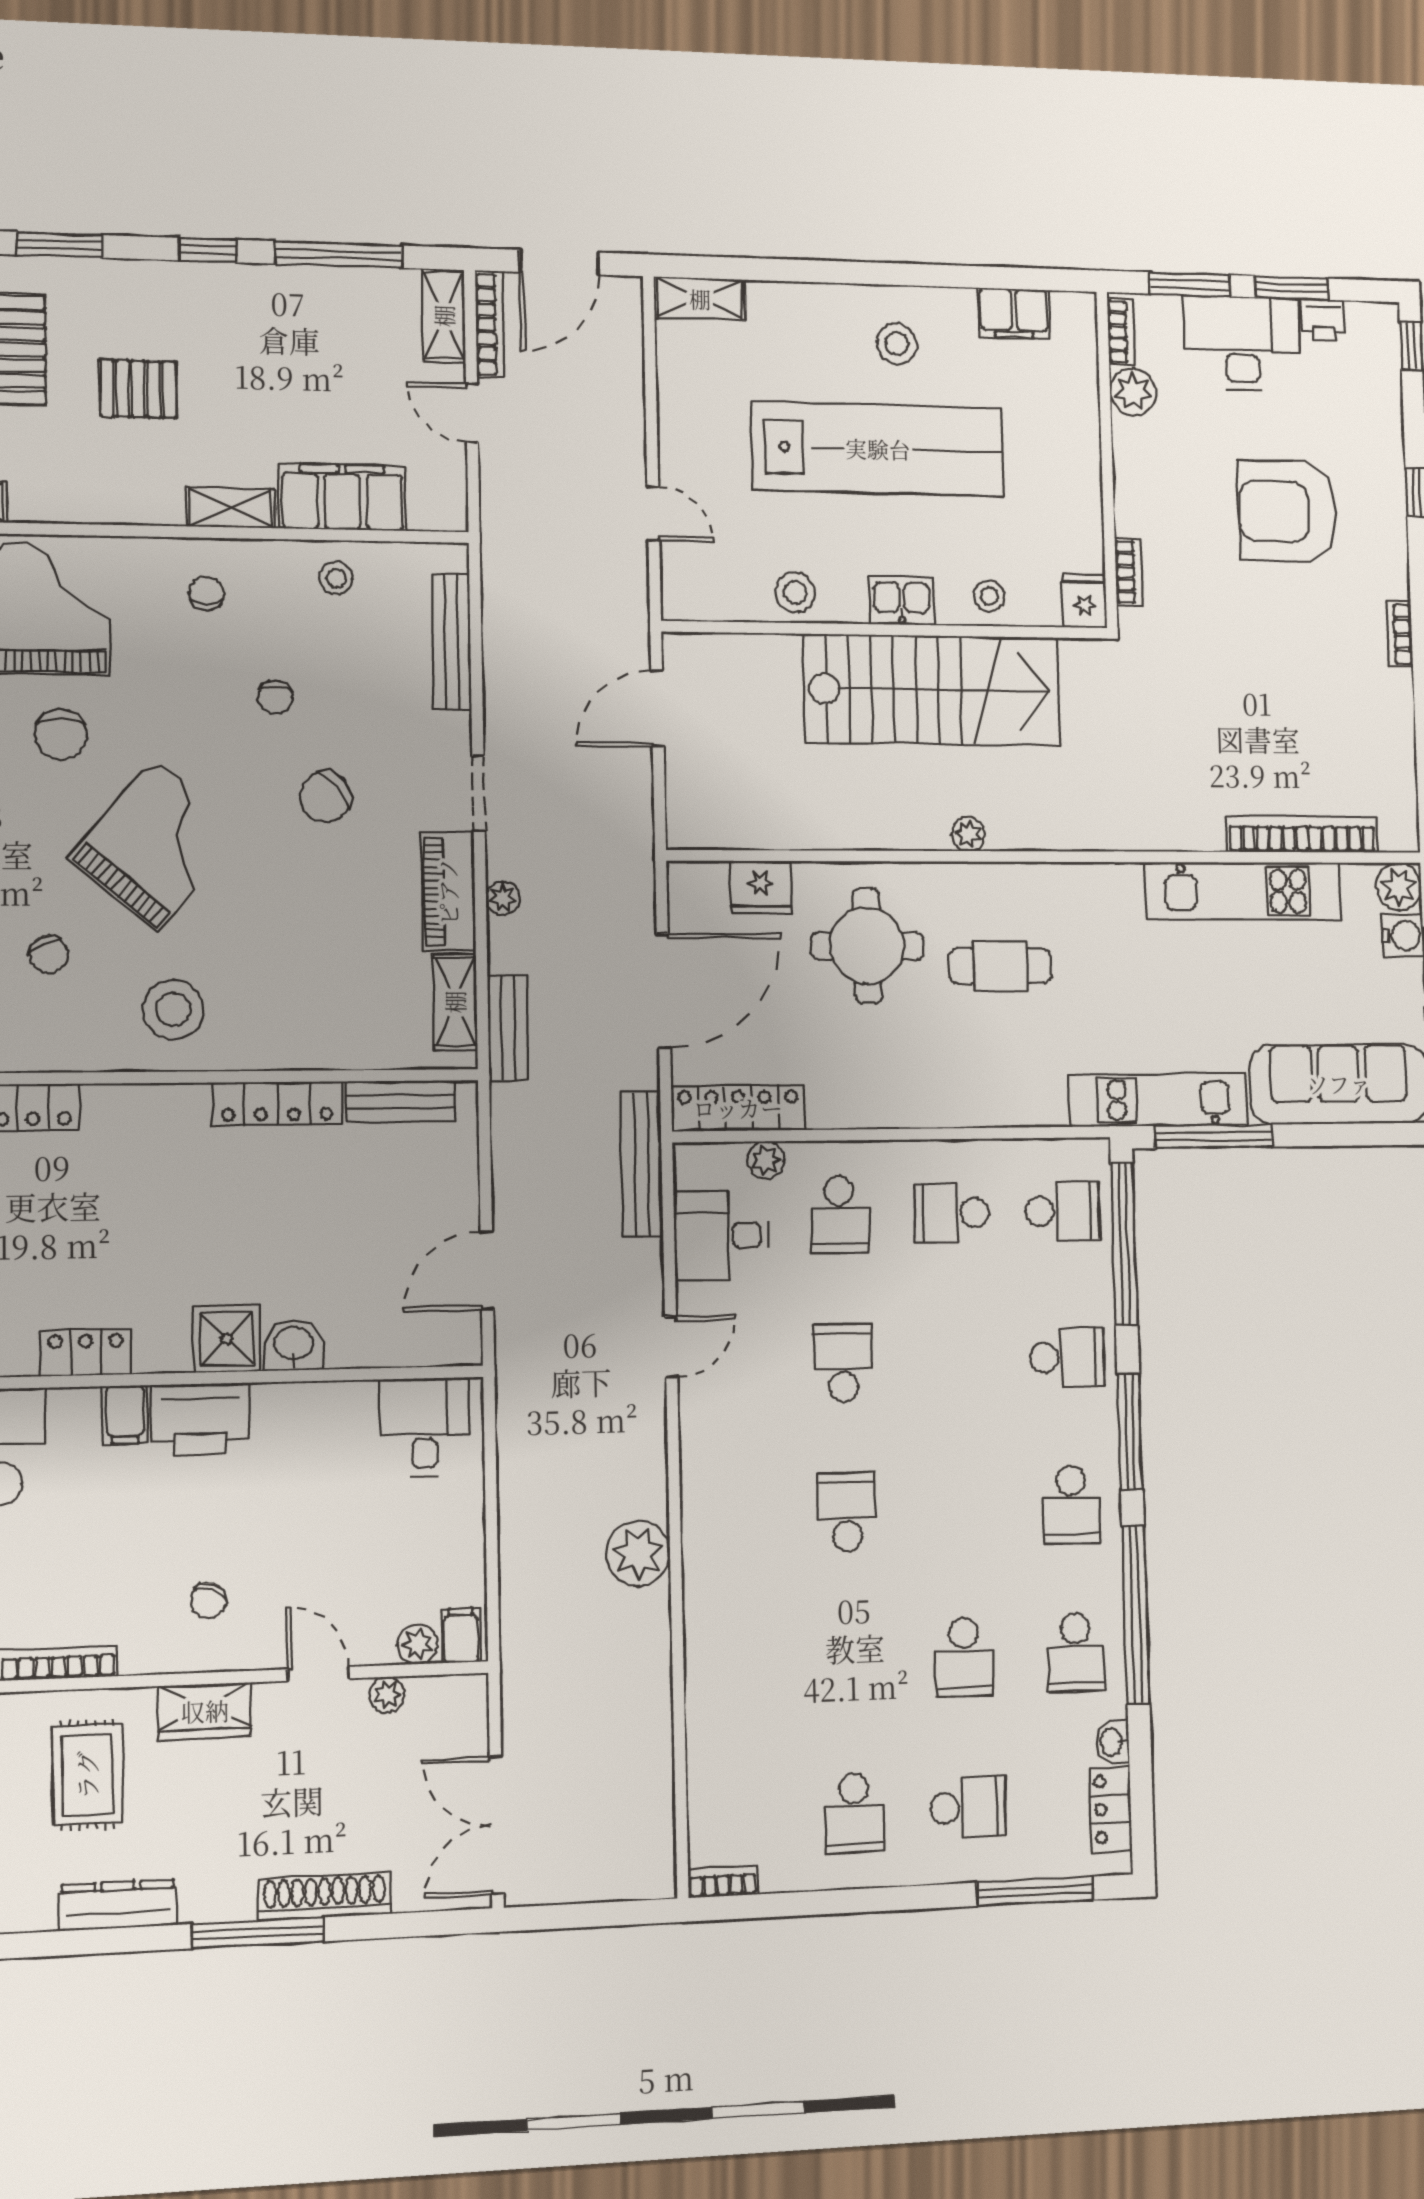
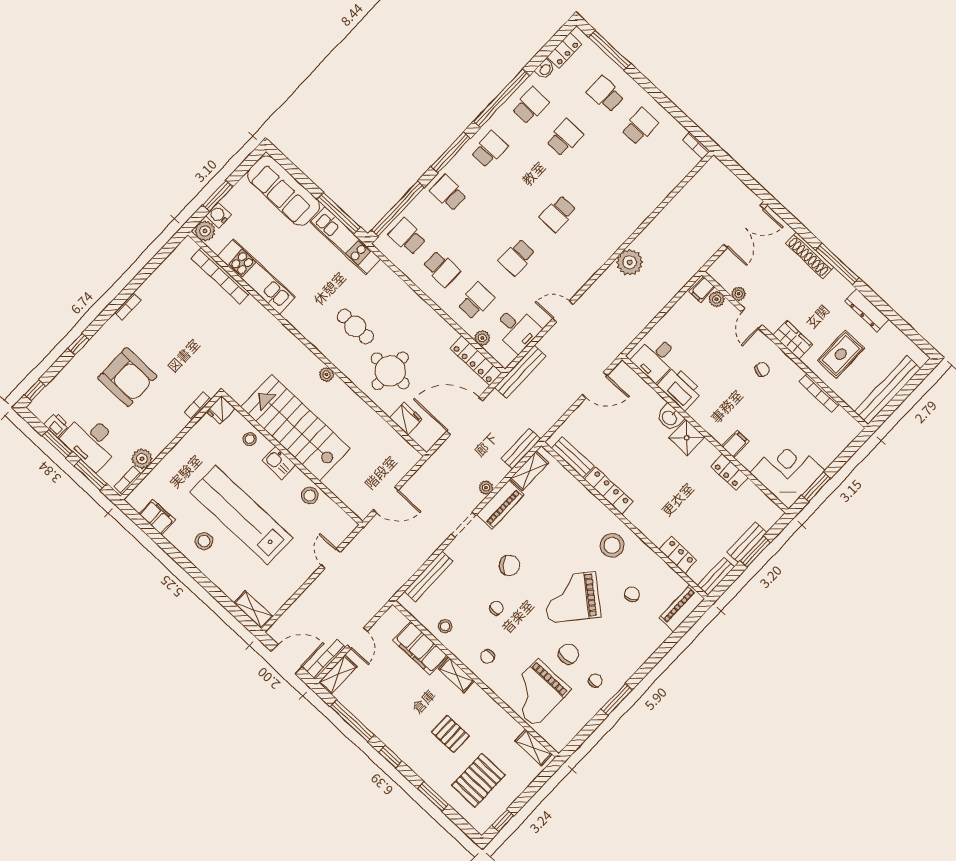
printer: (200, 1419) -> (680, 388), moved

